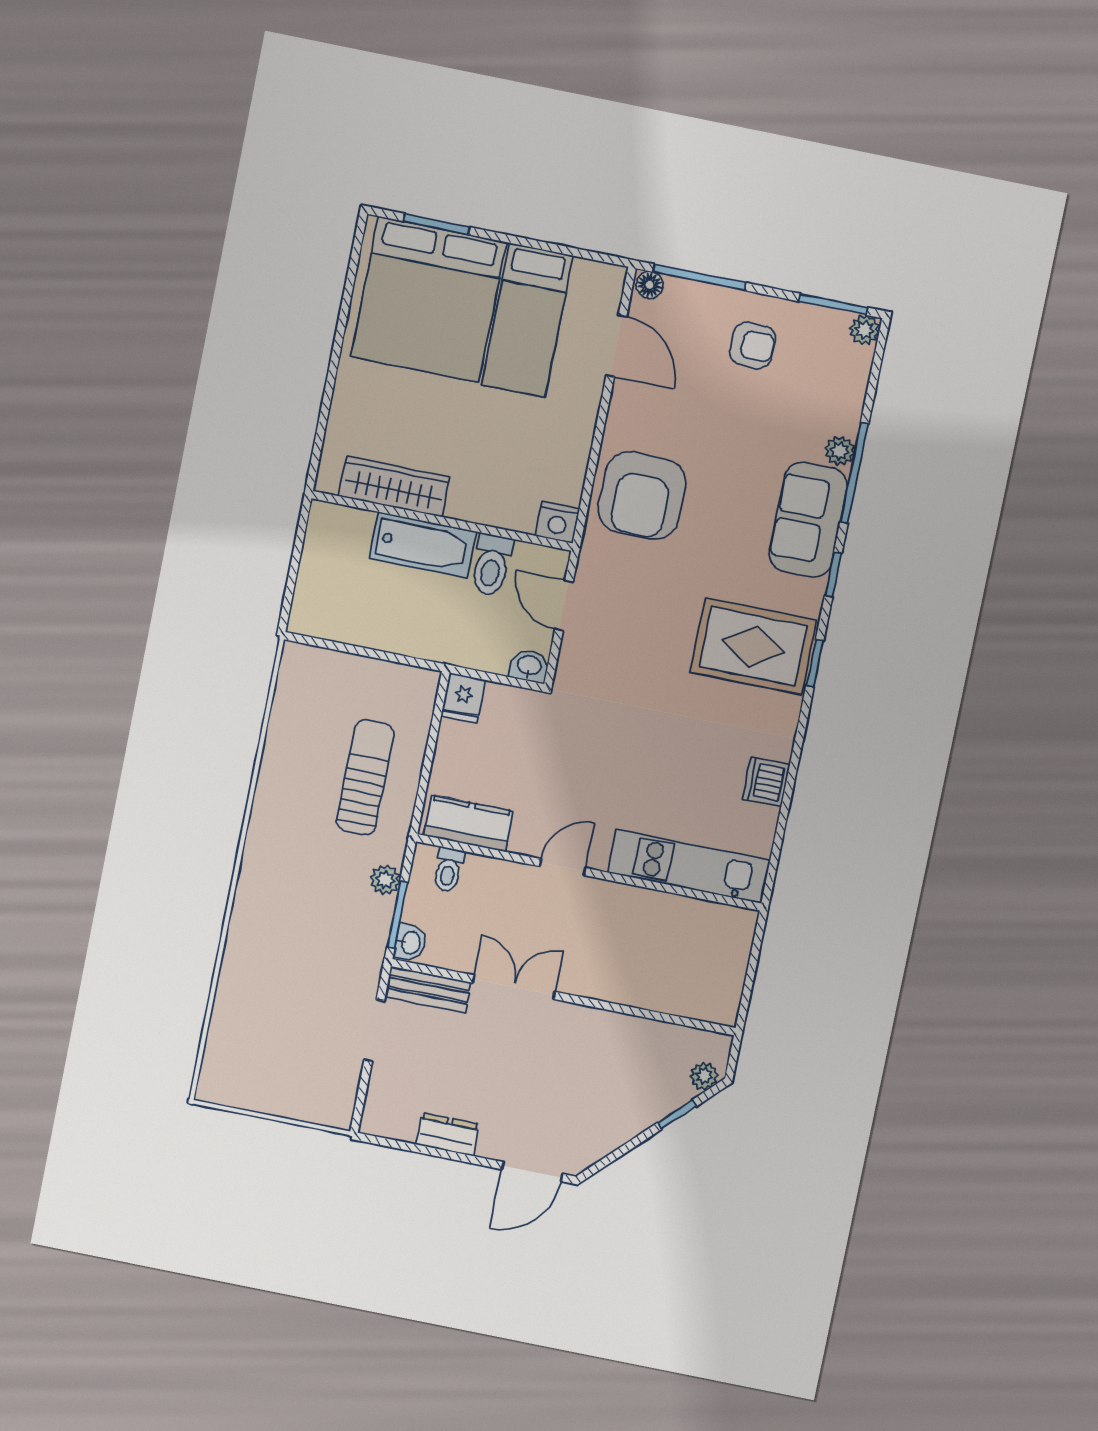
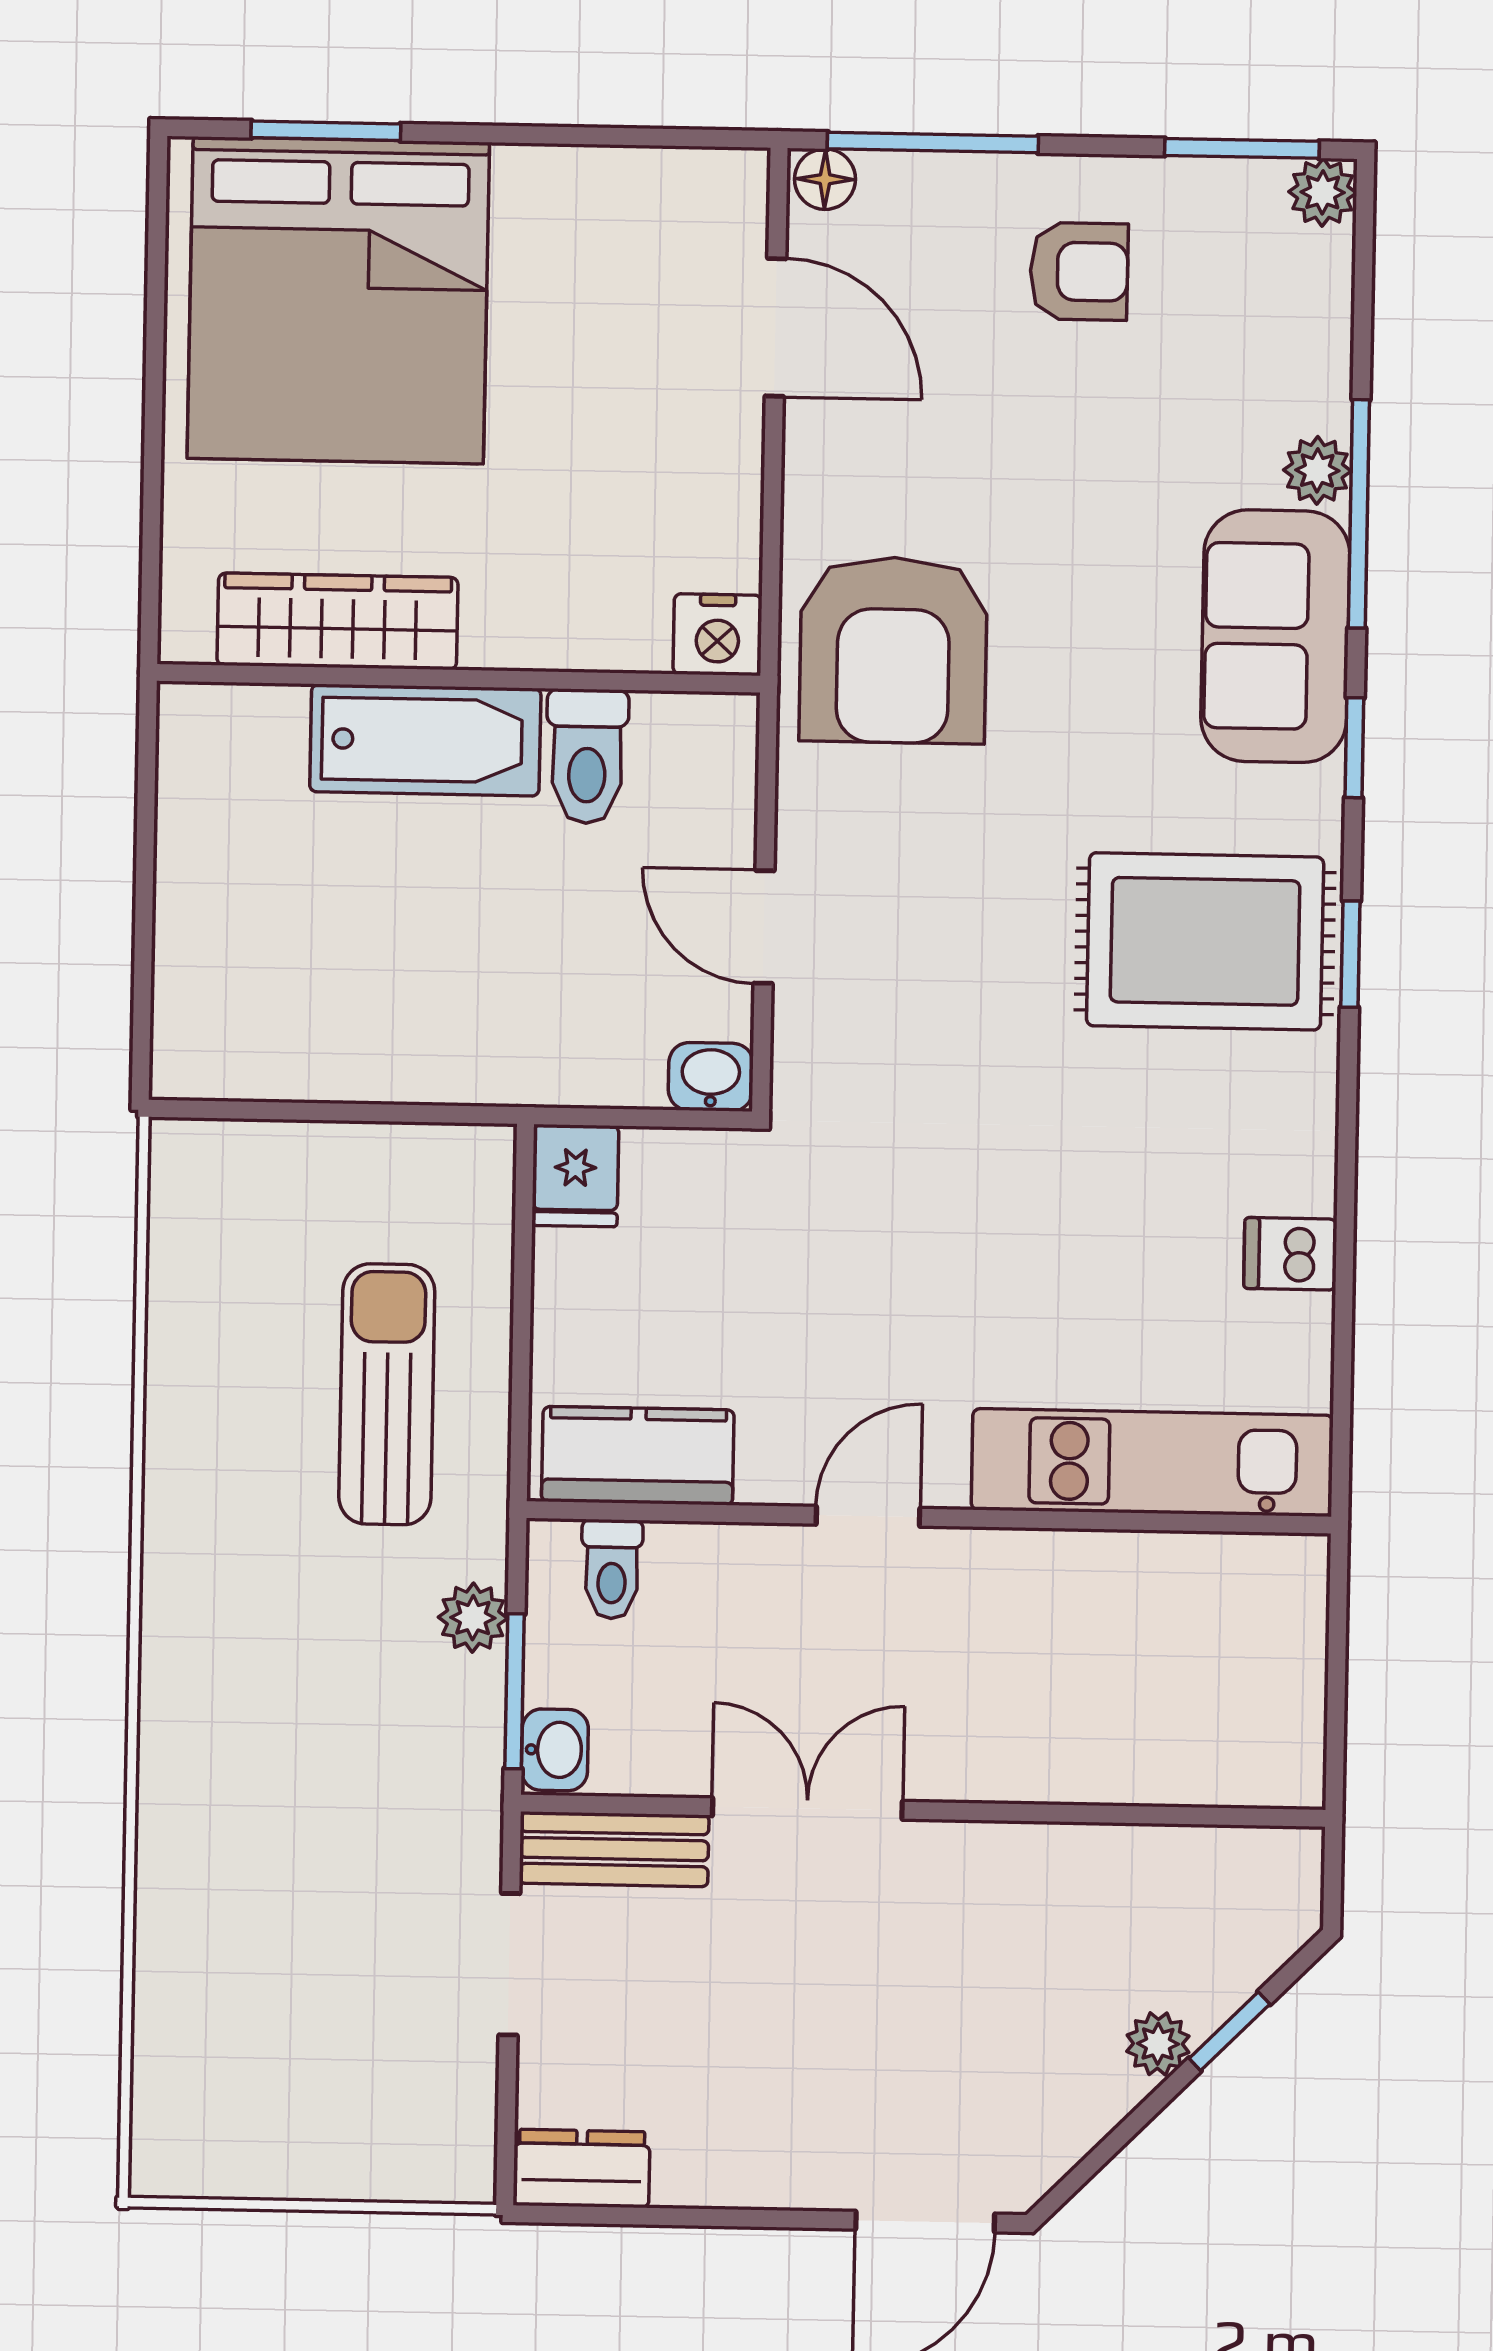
bed: (527, 320) -> (566, 307), removed
wardrobe: (394, 487) -> (337, 621), moved
wall: (442, 521) -> (459, 678), moved
nightstand: (557, 522) -> (717, 635), moved
bathtub: (423, 545) -> (425, 740), moved
toilet: (492, 565) -> (587, 756), moved
dishwasher: (766, 782) -> (1290, 1254), width x0.73
plant: (704, 1076) -> (1158, 2044), moved
dresser: (447, 1134) -> (582, 2168), moved

